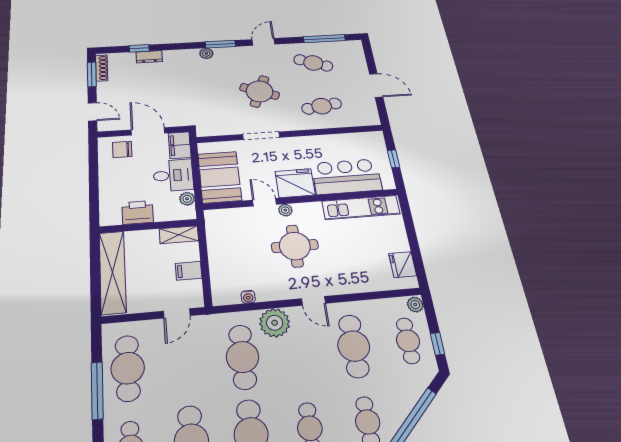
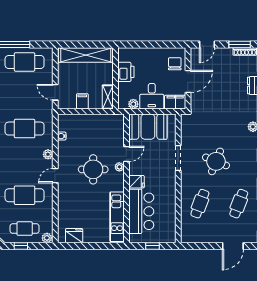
door: (376, 85) -> (233, 246), moved
cafe table: (322, 106) -> (200, 204), turned 30
fridge: (295, 183) -> (136, 182), width x0.53, depth x0.75
plant: (275, 323) -> (48, 154), width x0.53, depth x0.53

